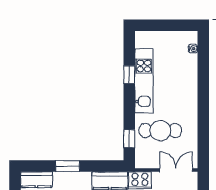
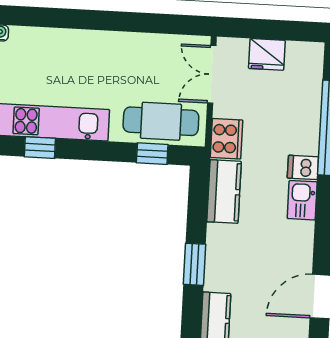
cafe table: (160, 131) -> (161, 121), moved, turned 90

